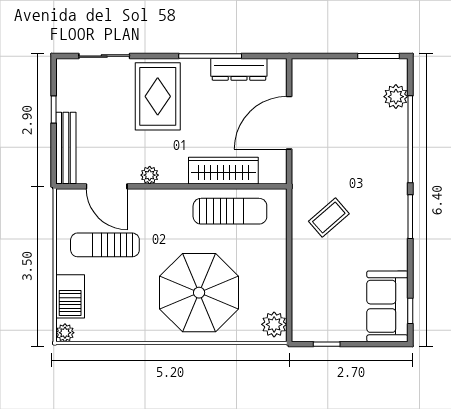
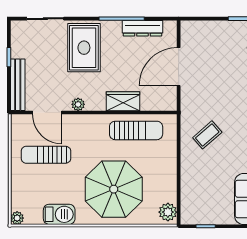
wardrobe: (223, 171) -> (123, 101), width x0.67
barbecue: (70, 296) -> (59, 214), moved, turned -90

